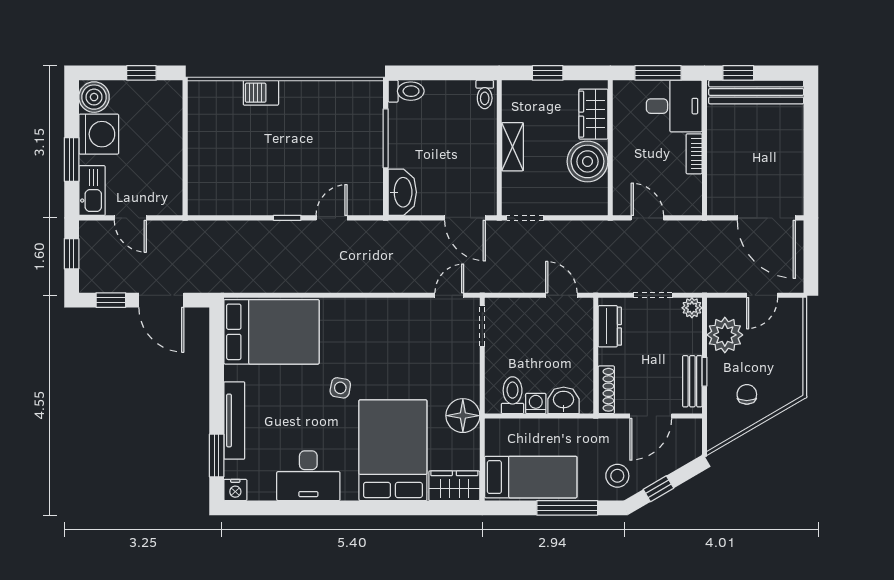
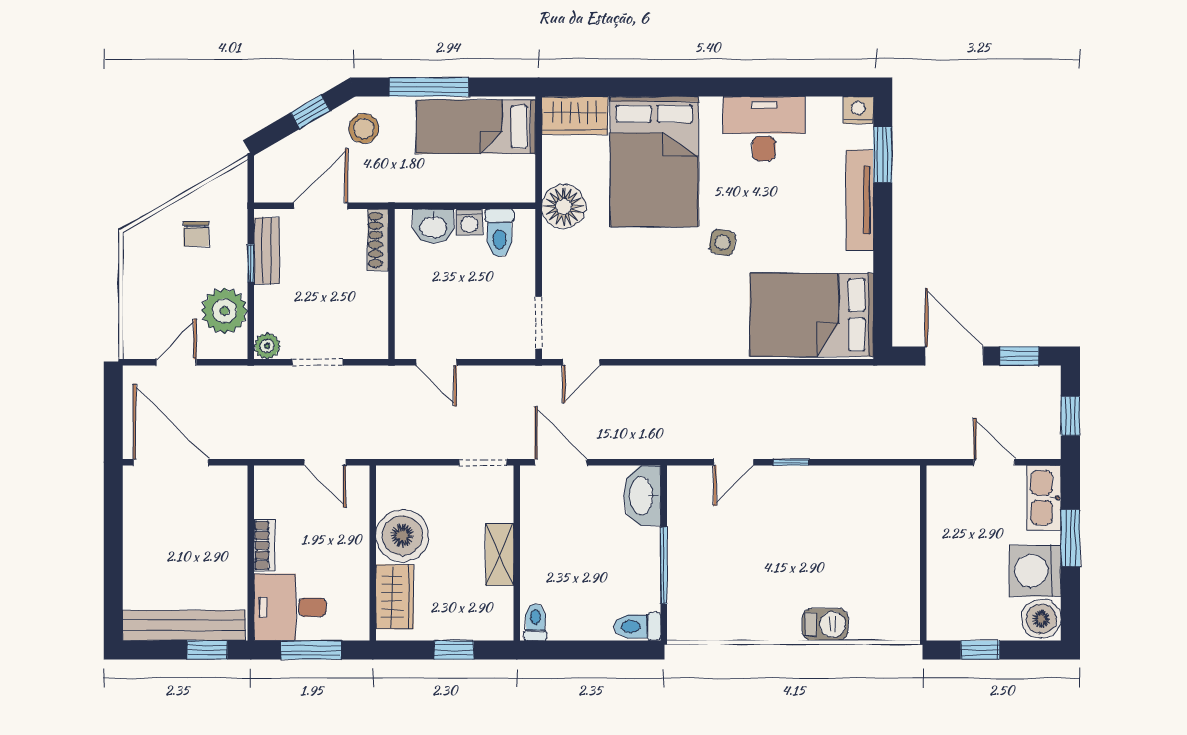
dresser: (610, 326) -> (373, 322), removed

